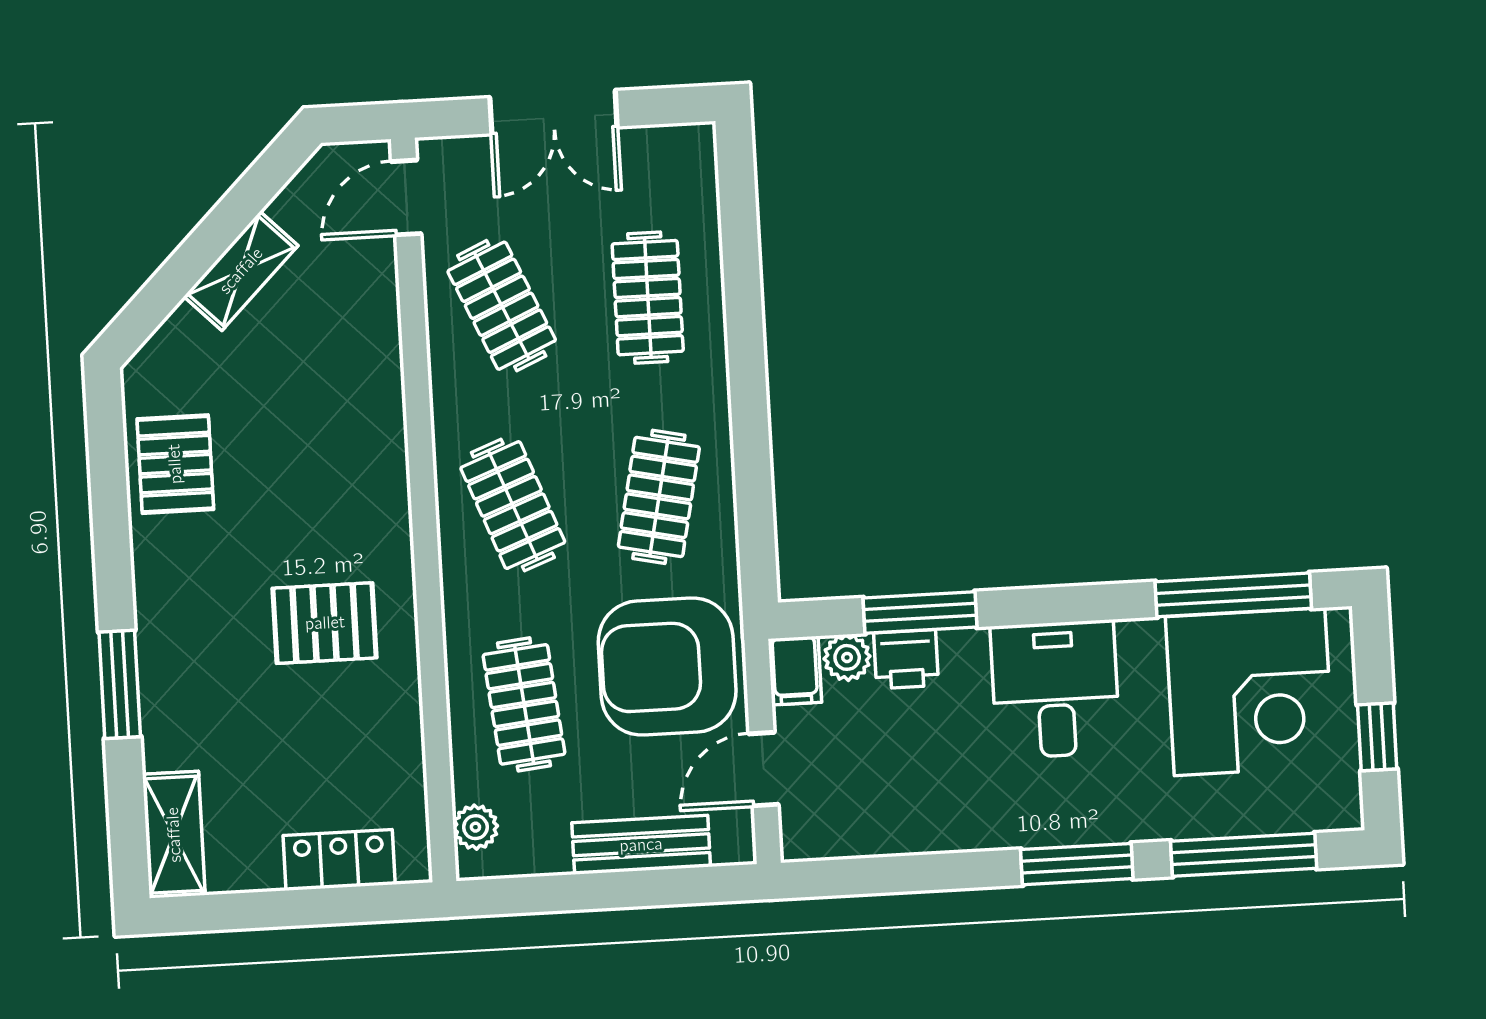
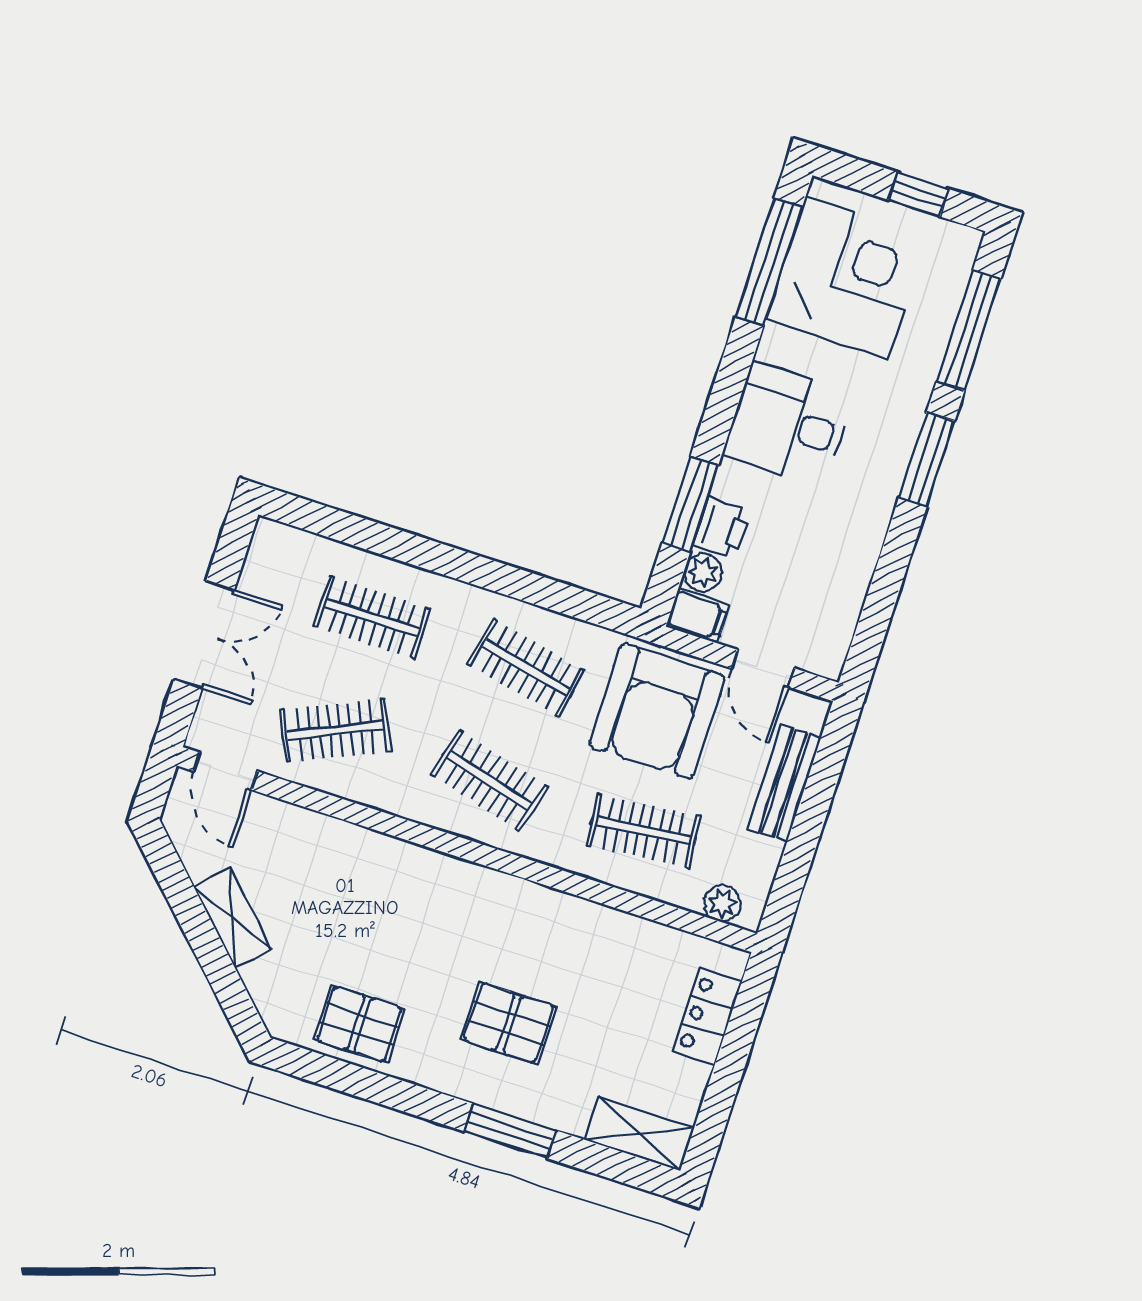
clothes rail: (513, 505) -> (489, 781), turned 36
pallet: (325, 623) -> (509, 1023), moved, turned 90

